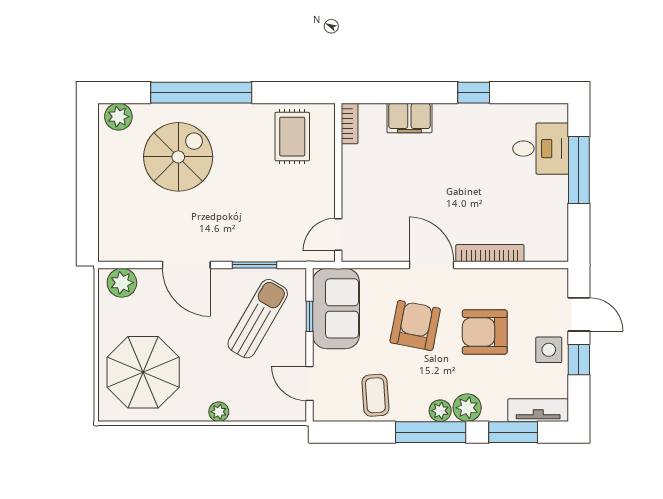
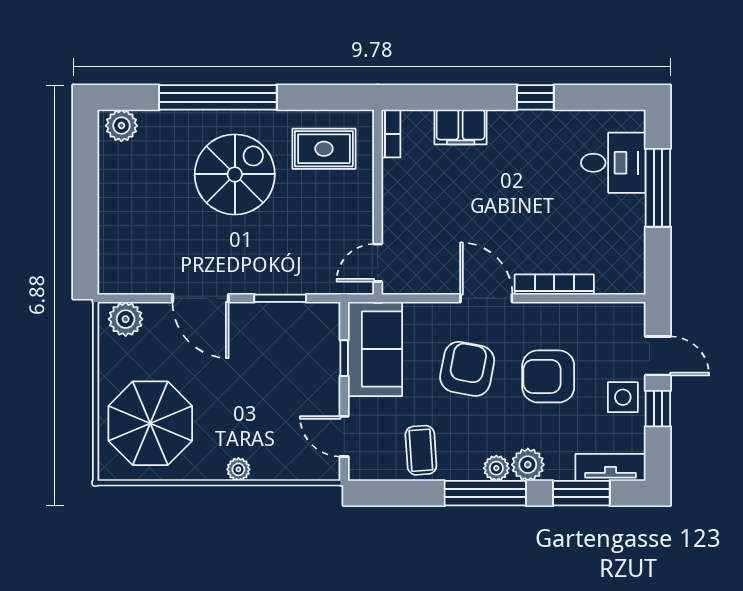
rug: (292, 137) -> (324, 149), turned 90
spiral stairs: (178, 157) -> (235, 174), moved
sun lounger: (258, 319) -> (284, 361), removed

